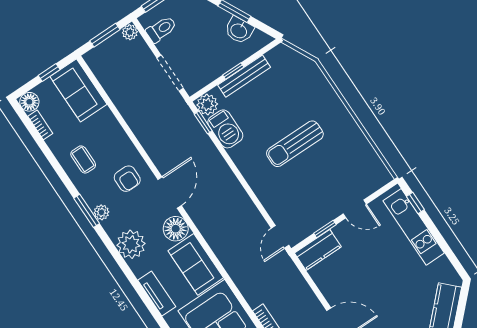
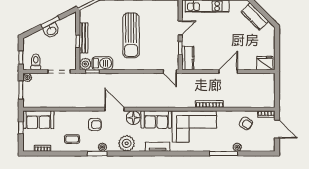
washbasin: (239, 30) -> (51, 31), moved
floor lamp: (29, 102) -> (28, 146), removed
sun lounger: (295, 144) -> (131, 35), width x1.36, depth x1.34

